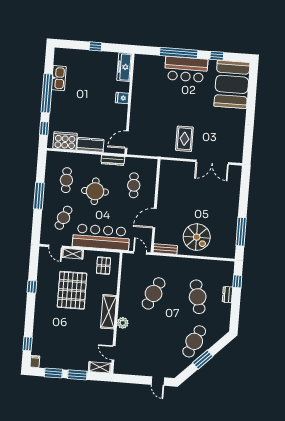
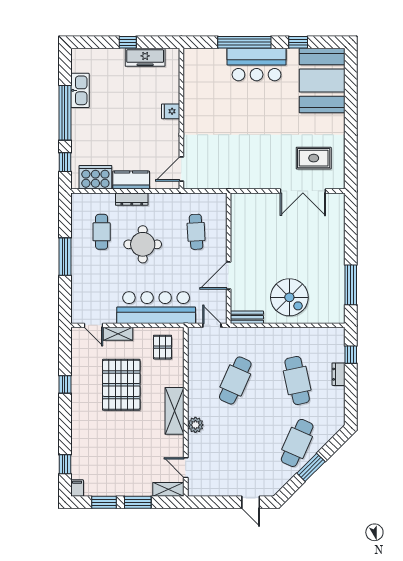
freezer: (124, 67) -> (145, 57), moved, turned -90
rug: (184, 139) -> (314, 158), moved, turned 90
dresser: (113, 160) -> (132, 199), moved
cafe table: (64, 218) -> (102, 285), removed

